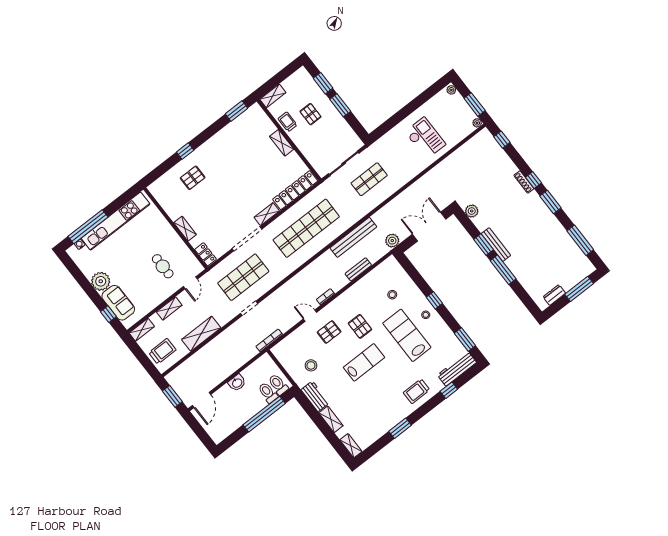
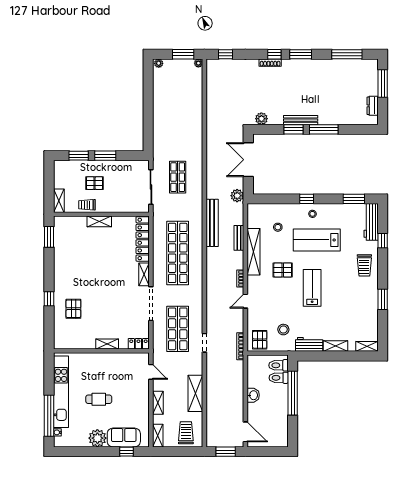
checkout: (425, 138) -> (180, 111), removed
cafe table: (163, 266) -> (99, 399), moved
shelving: (356, 290) -> (254, 252), added
pallet: (329, 332) -> (260, 340), moved

